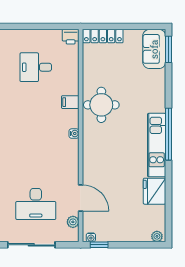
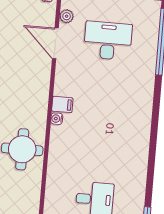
filing cabinet: (70, 102) -> (62, 104), moved

